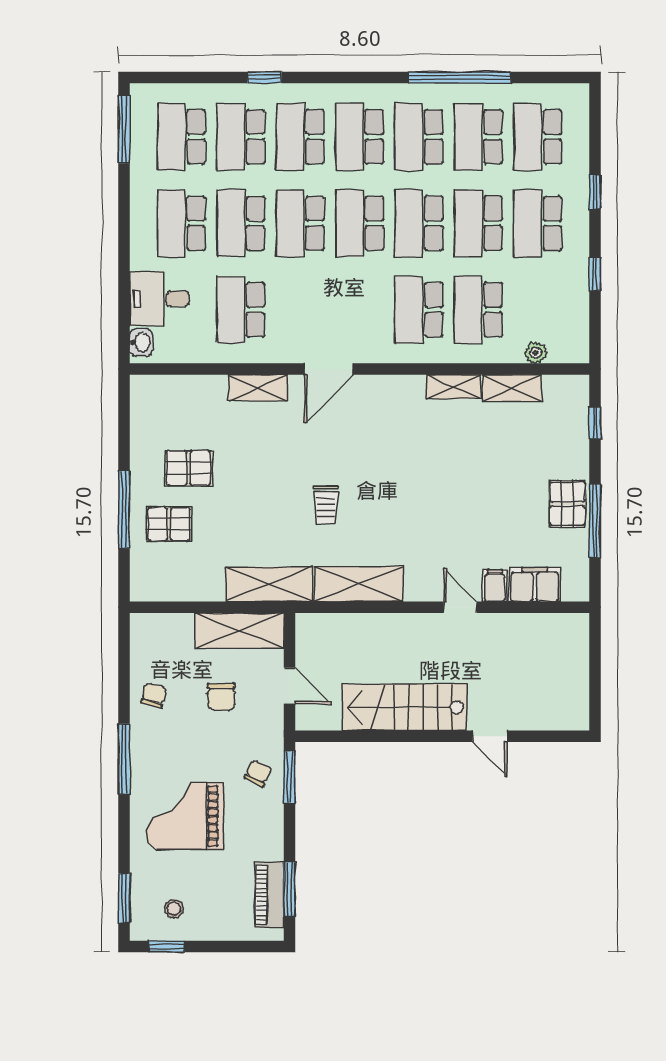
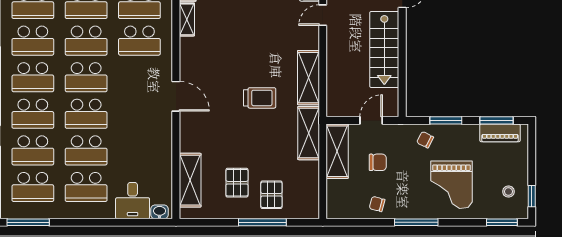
school desk: (241, 310) -> (139, 150), removed
shelving: (258, 388) -> (190, 180), moved, width x1.50, depth x1.33
trolley: (326, 505) -> (260, 98), width x1.36, depth x1.39
window: (289, 777) -> (446, 120), moved

